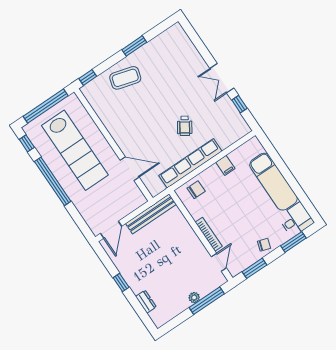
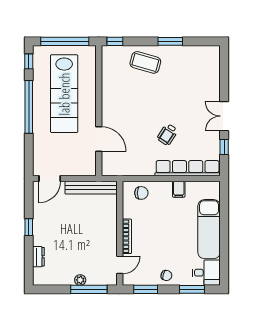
row of seats: (190, 163) -> (188, 168), moved

